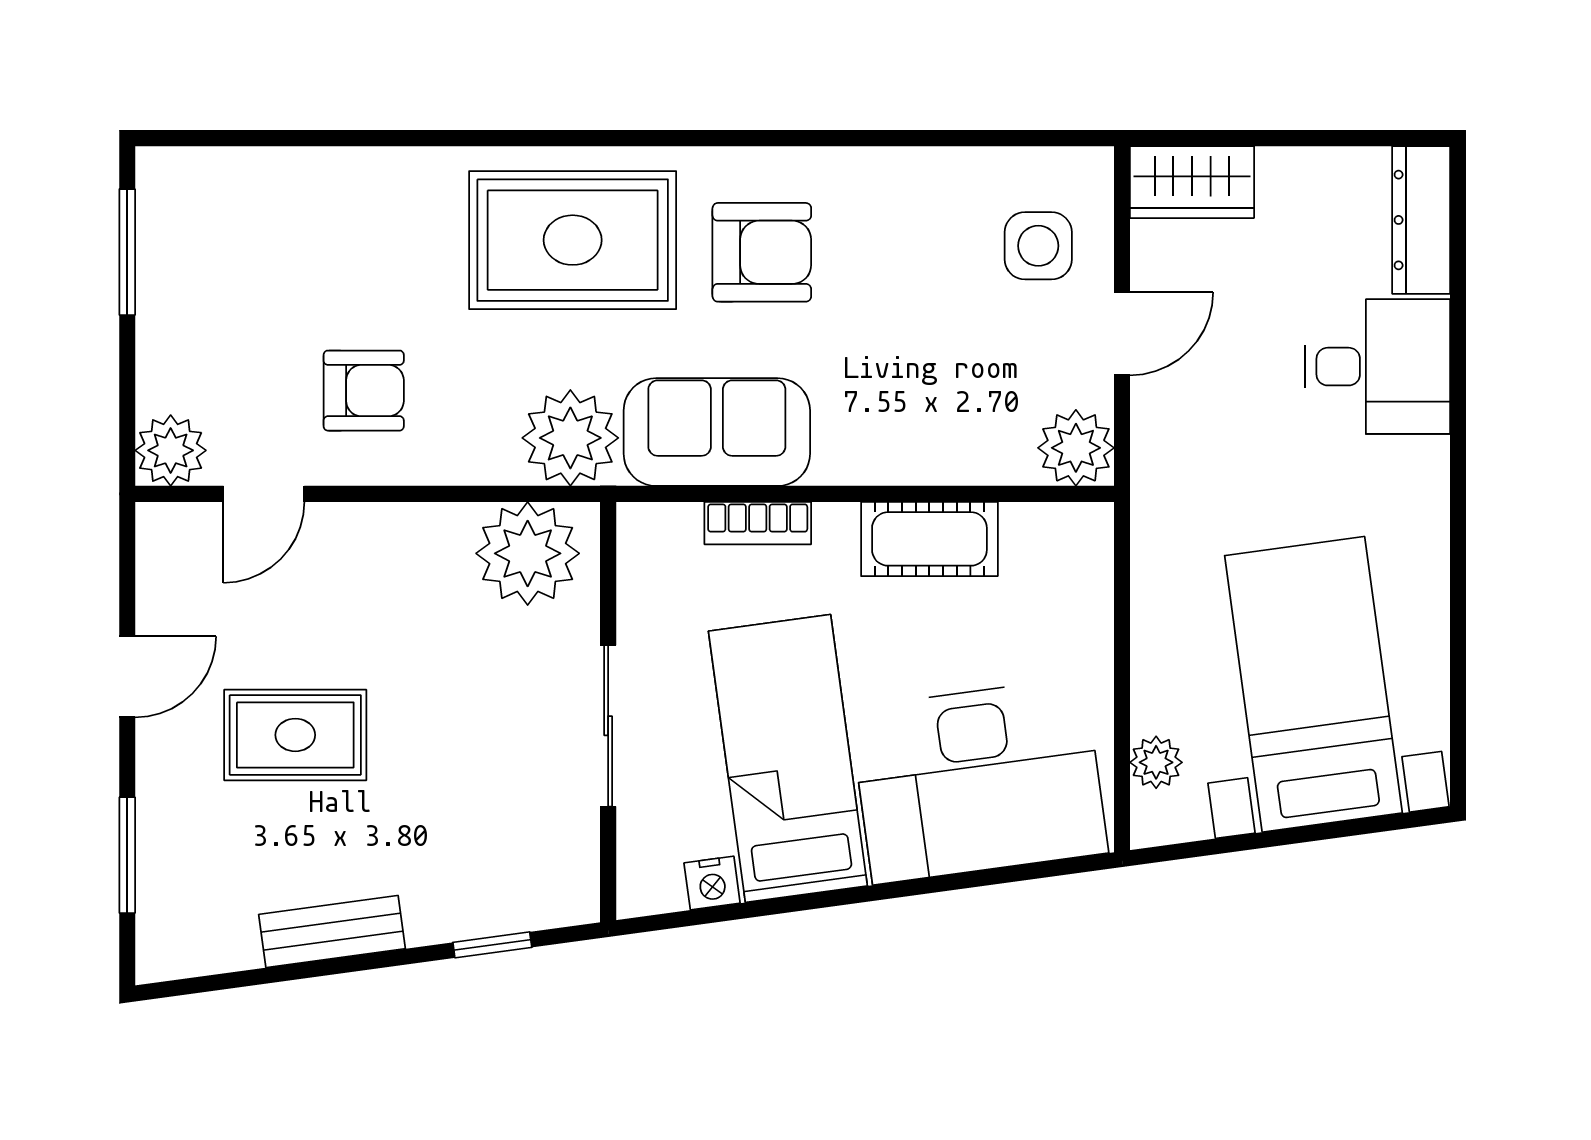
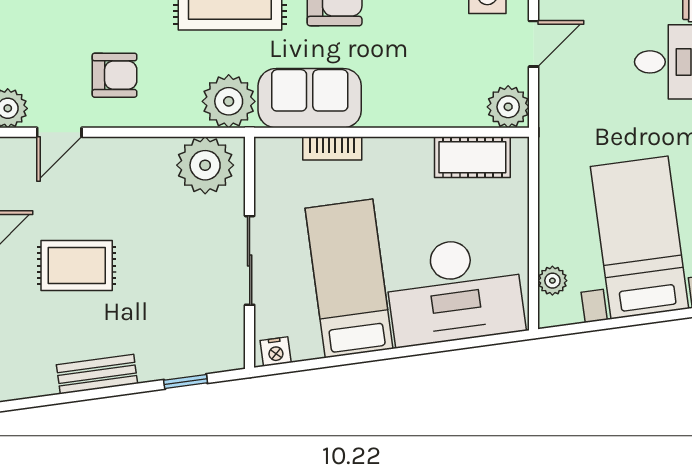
cot: (929, 539) -> (472, 157), moved
nightstand: (712, 883) -> (276, 352), moved

